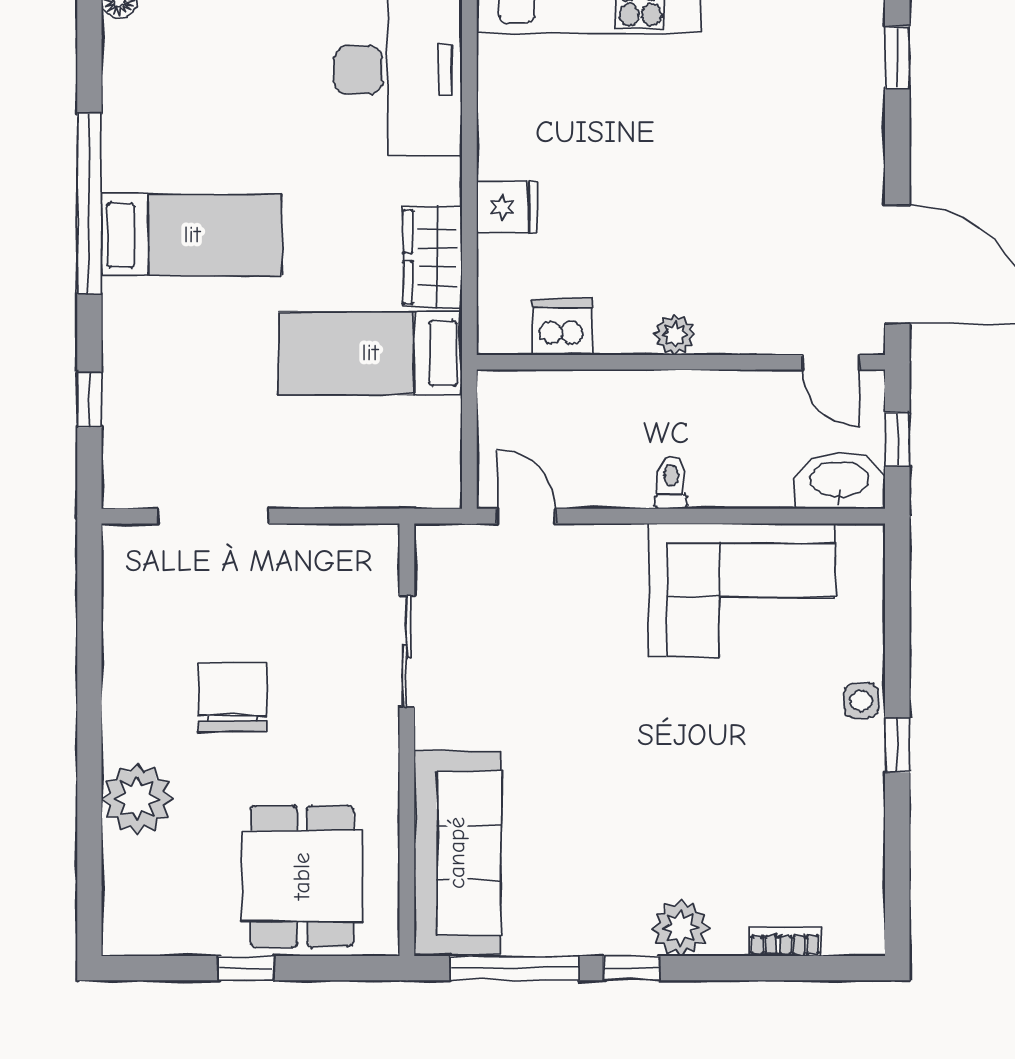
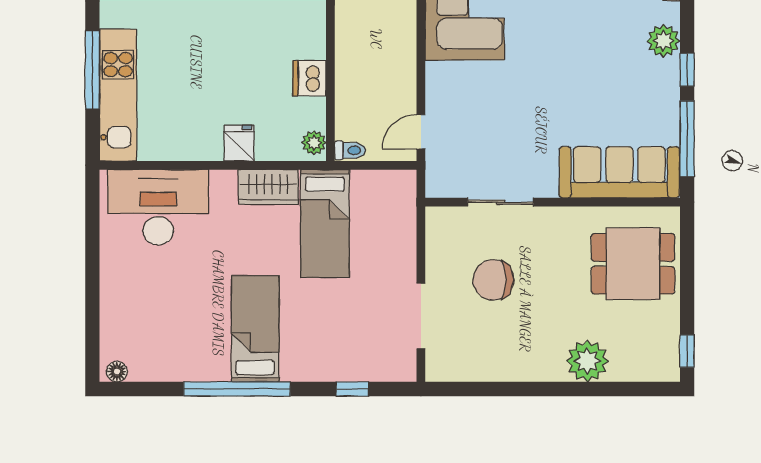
dishwasher: (562, 327) -> (309, 78), moved
plant: (675, 335) -> (314, 143), moved
toilet: (671, 483) -> (350, 150), moved, turned 180
chair: (232, 697) -> (493, 280), moved
window: (246, 968) -> (687, 351), moved

